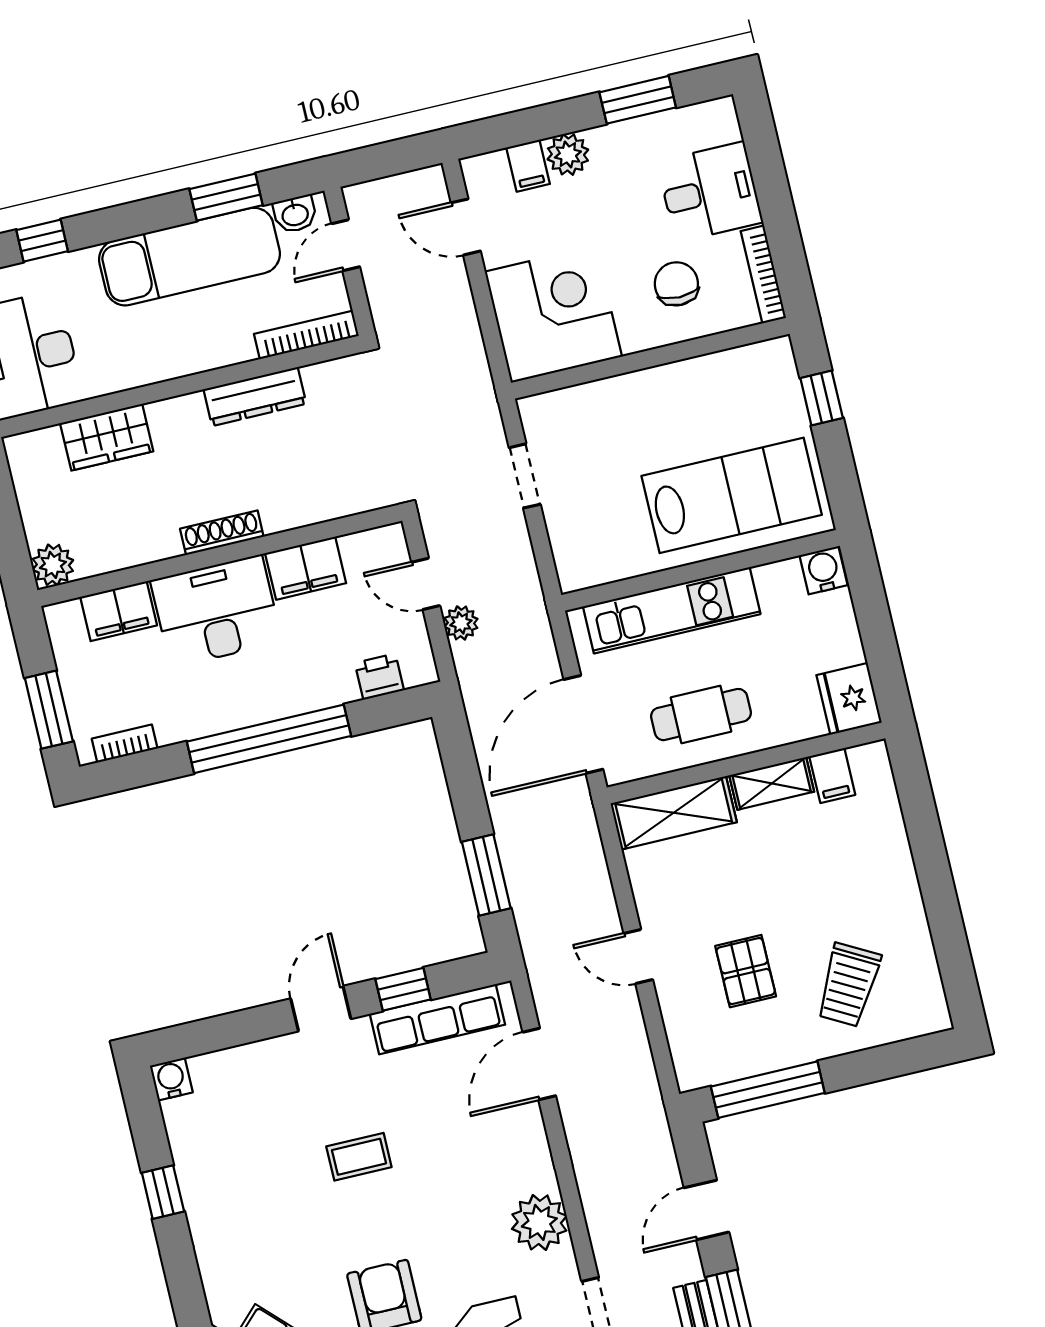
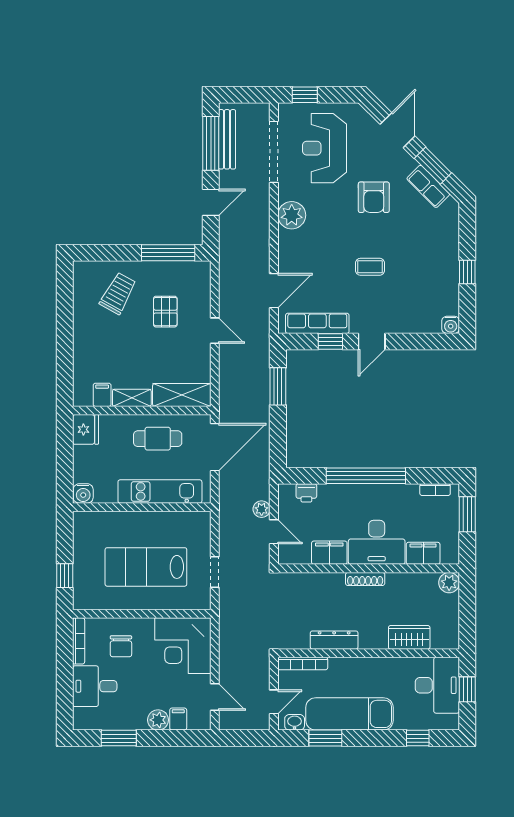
lab bench: (732, 495) -> (146, 567), moved

